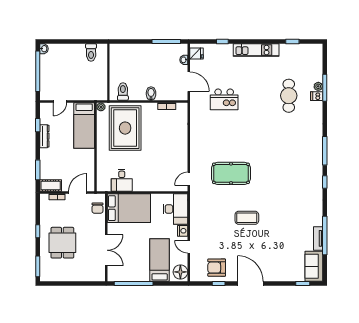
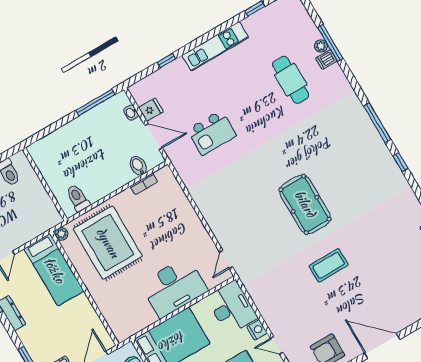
fridge: (196, 53) -> (151, 110), moved
bidet: (151, 94) -> (138, 166), moved
pool table: (231, 173) -> (305, 204), moved, turned 90
desk: (122, 180) -> (174, 287), moved, width x1.87, depth x1.30

